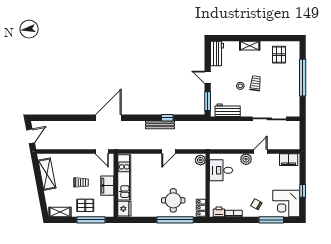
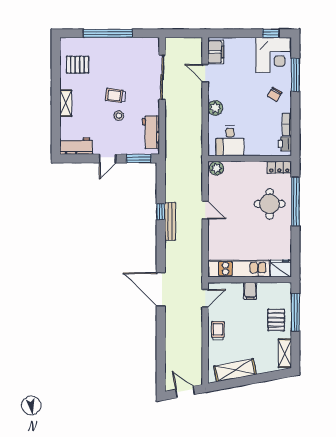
door: (260, 151) -> (205, 73), moved
trolley: (81, 182) -> (218, 331), moved
filing cabinet: (107, 186) -> (250, 291), width x0.50
window: (303, 191) -> (271, 33), moved

